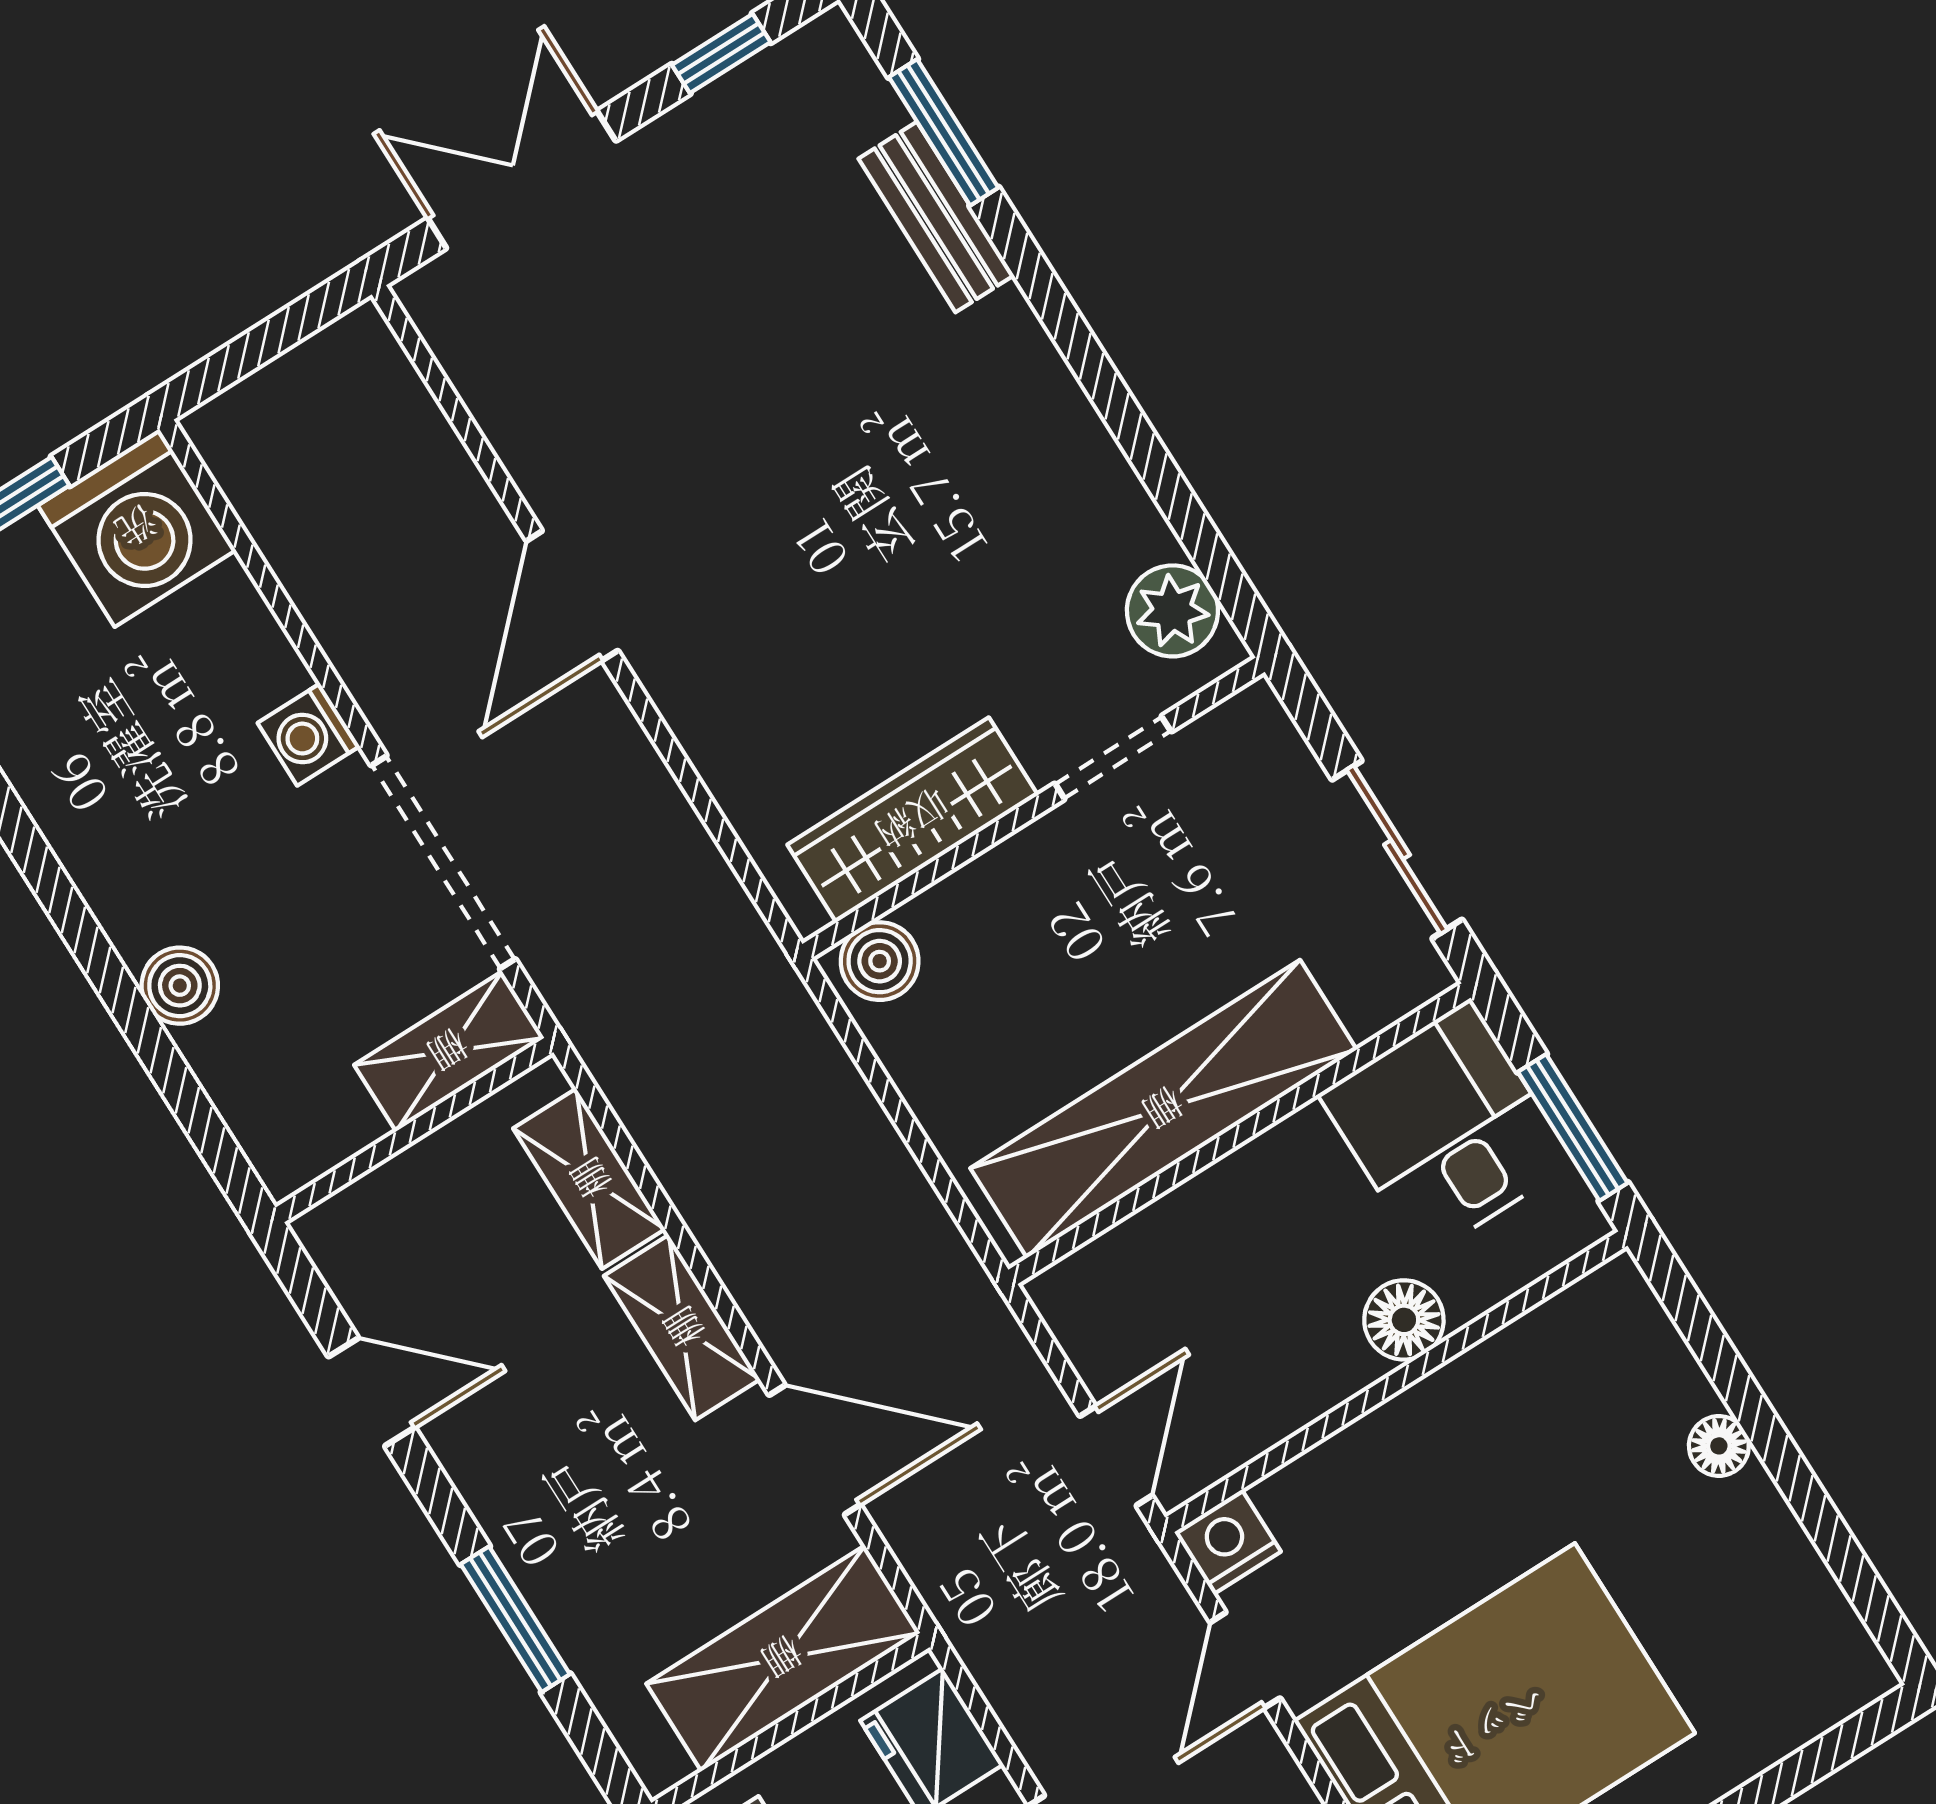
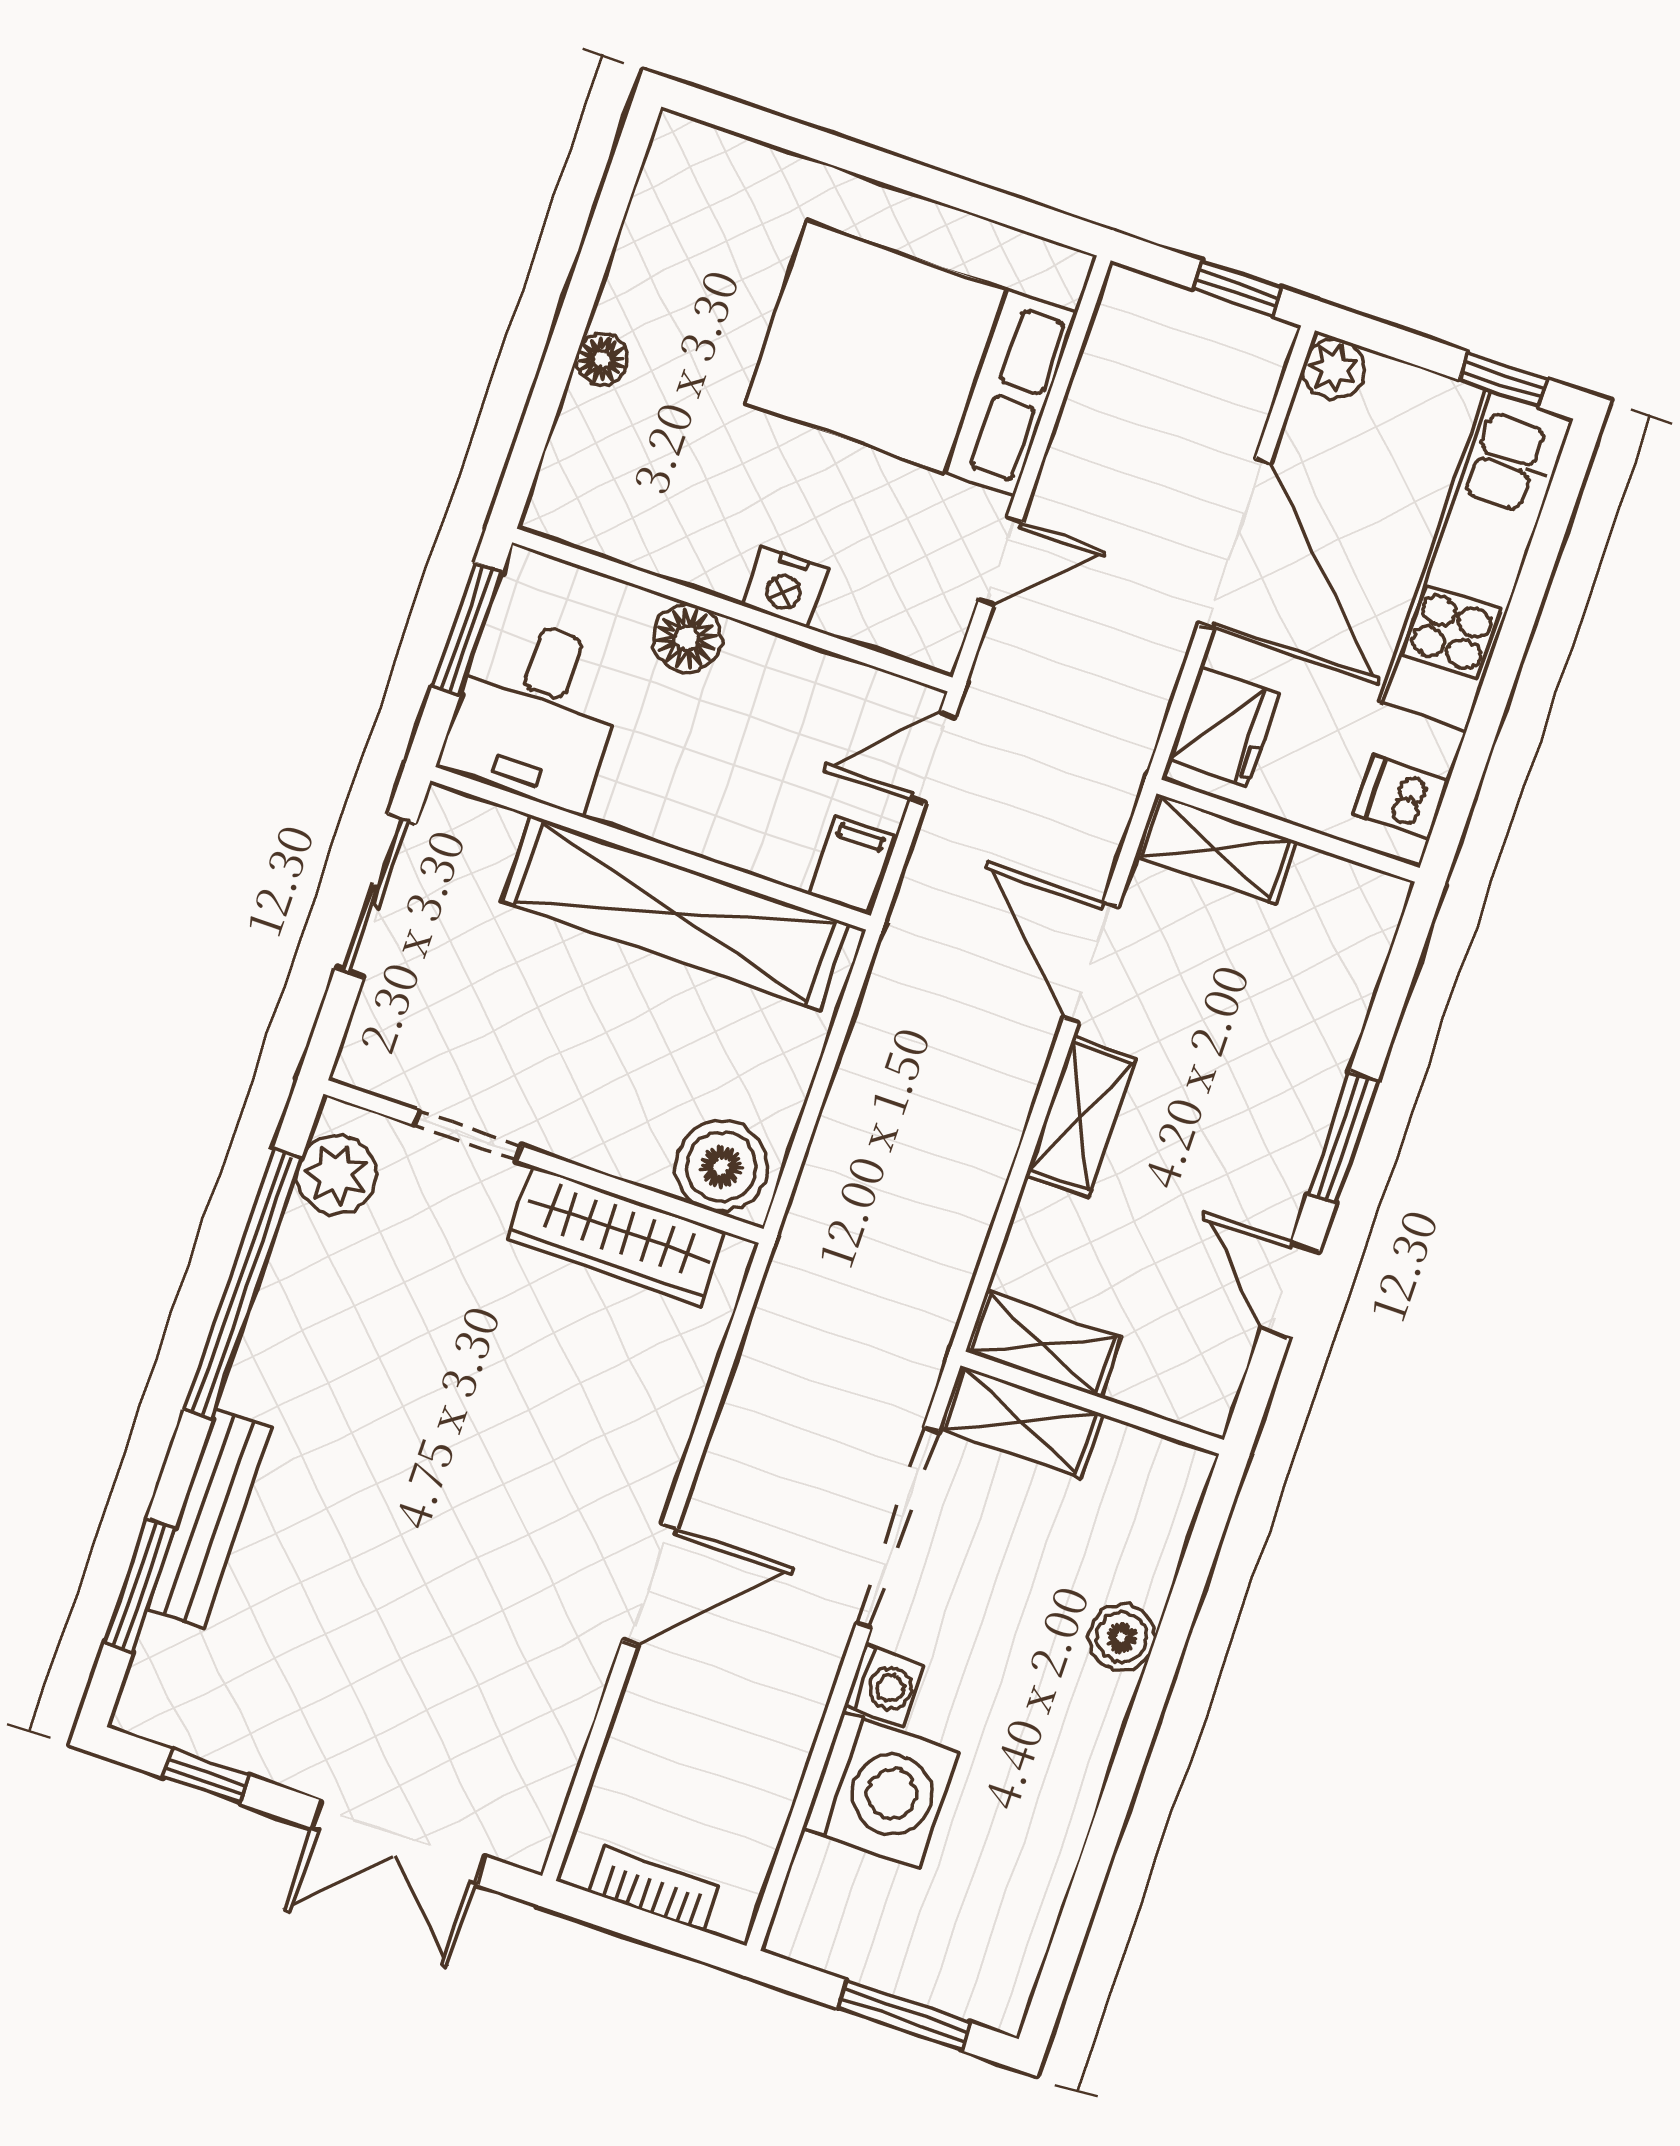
bench: (936, 217) -> (210, 1518), width x1.36
bookcase: (293, 378) -> (654, 1889), added
window: (1142, 446) -> (243, 1284), added
washing machine: (137, 528) -> (880, 1790), moved, turned 90
boiler: (880, 961) -> (721, 1167), width x1.36, depth x1.36
shelving: (589, 1179) -> (1043, 1344), moved, turned 90
filing cabinet: (1078, 1304) -> (852, 865), added
nightstand: (1228, 1542) -> (785, 587), moved
window: (515, 1619) -> (1342, 1139), moved
shelving: (783, 1658) -> (1216, 849), width x0.67, depth x0.75

